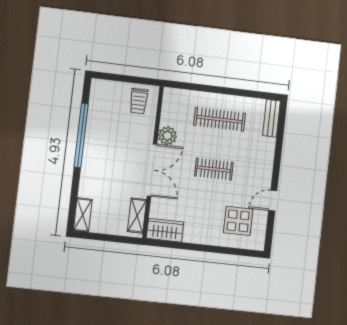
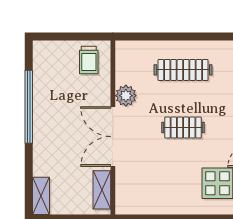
double door: (152, 170) -> (113, 137), swing flipped
wardrobe: (165, 230) -> (135, 203), removed

